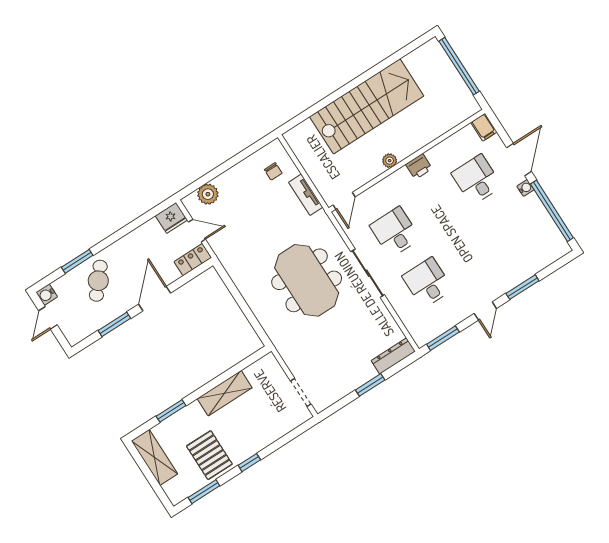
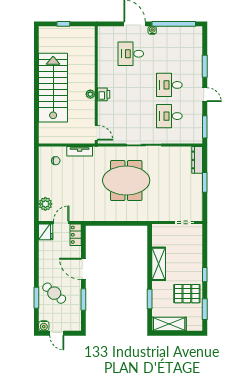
window: (459, 66) -> (63, 24), width x0.32
filing cabinet: (484, 127) -> (105, 32), removed
printer: (419, 166) -> (104, 94), moved
desk: (395, 232) -> (169, 85), moved

